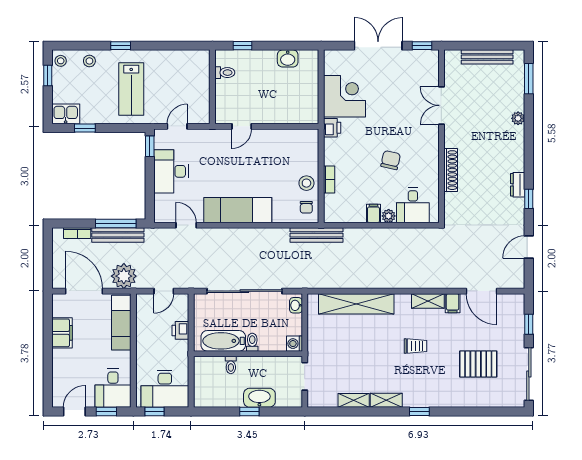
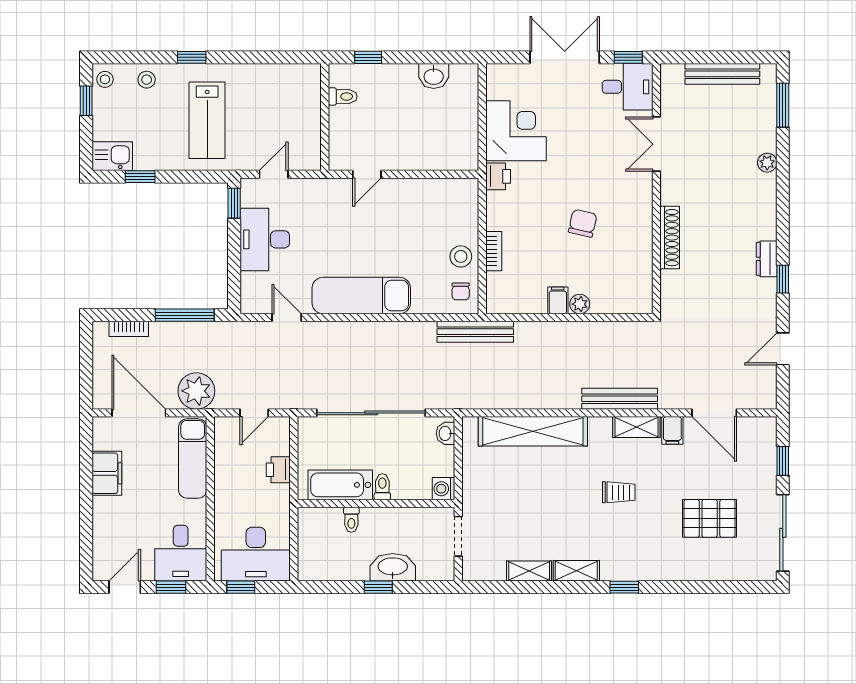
desk: (413, 205) -> (628, 87), moved, turned -90
bench: (118, 235) -> (620, 399), moved

